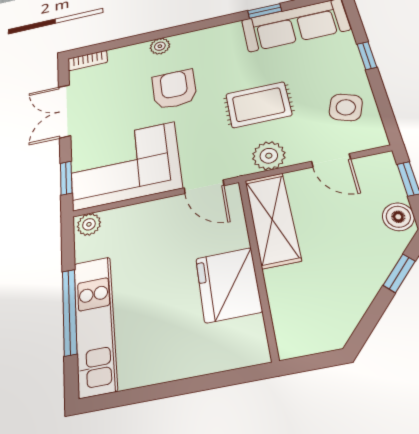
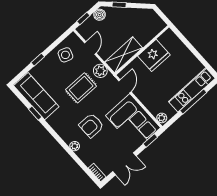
rug: (258, 105) -> (81, 88), turned 90

